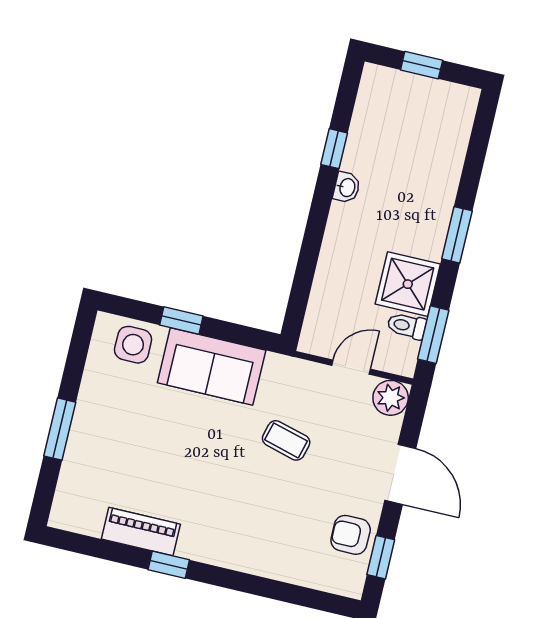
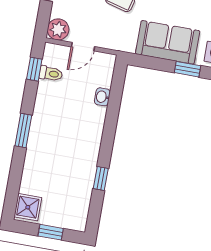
washbasin: (347, 187) -> (102, 97), moved
shower: (408, 284) -> (28, 207), moved, width x0.73, depth x0.73
window: (433, 335) -> (34, 69), width x0.67

